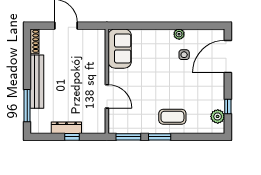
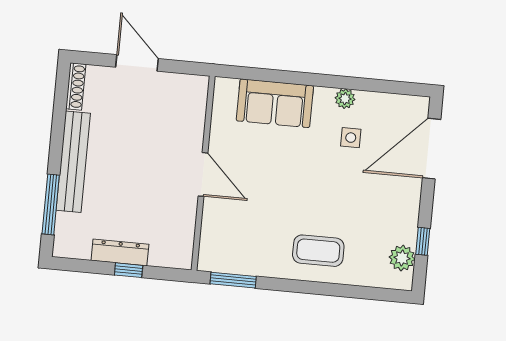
sofa: (120, 49) -> (275, 103), moved, turned 90
door: (107, 96) -> (203, 174), moved
window: (160, 137) -> (291, 286), removed

